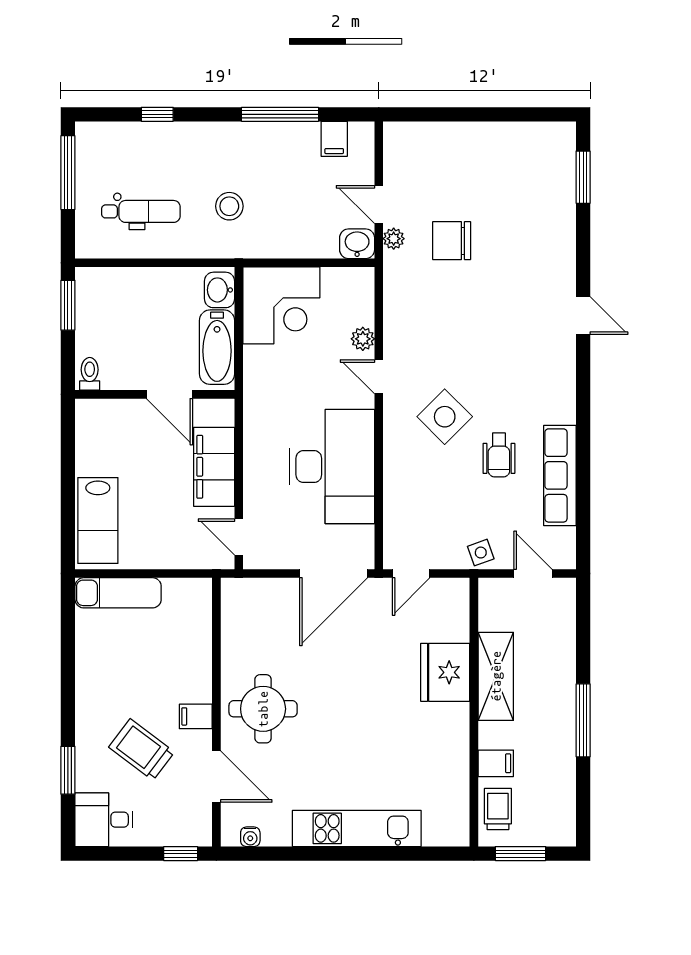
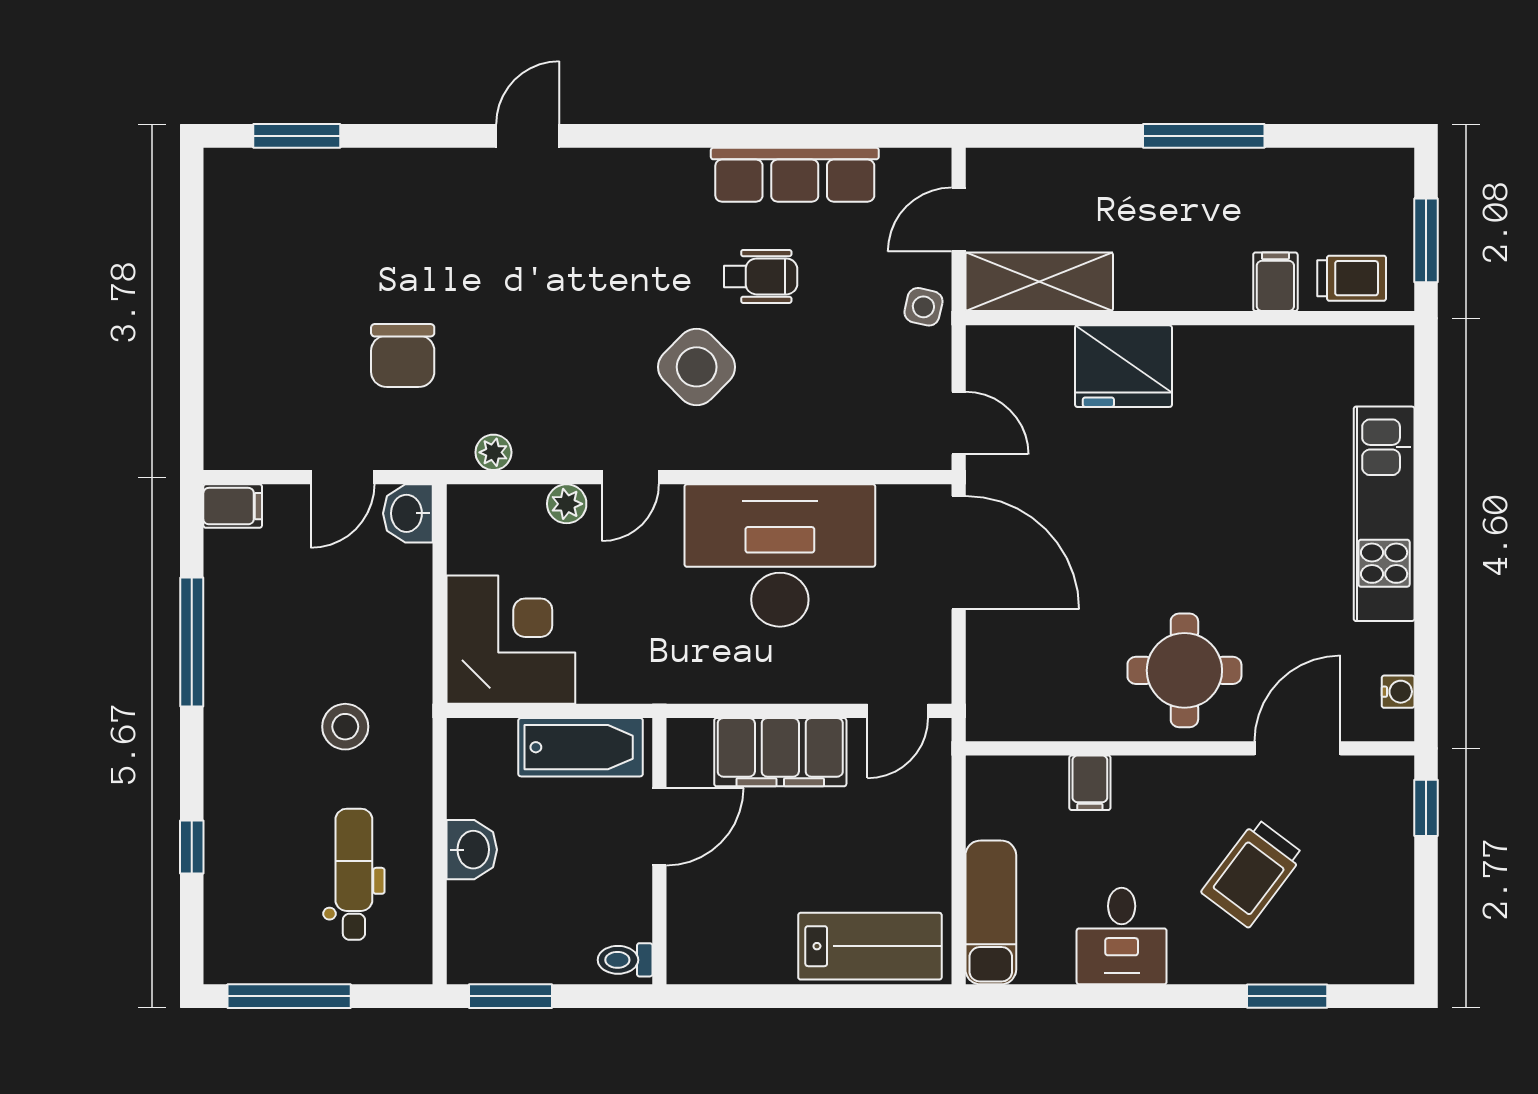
filing cabinet: (334, 139) -> (233, 506), moved
plant: (394, 239) -> (493, 452), moved
washbasin: (219, 290) -> (472, 850), moved, turned -90
side table: (481, 553) -> (923, 307), turned 33
shelving: (496, 676) -> (1039, 282), moved
filing cabinet: (196, 716) -> (1090, 783), moved
trolley: (498, 809) -> (1352, 278), turned 180
desk: (104, 820) -> (1122, 936), moved

